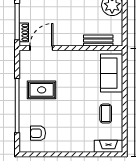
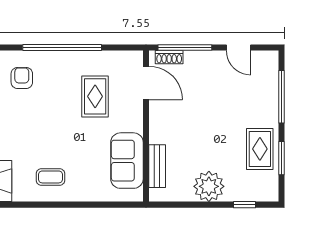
sofa: (112, 73) -> (127, 161), moved, turned -90
rug: (42, 90) -> (95, 96), moved

